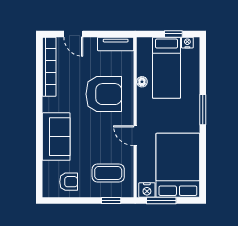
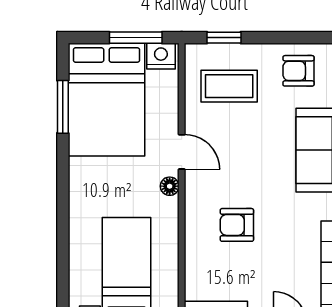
floor lamp: (142, 82) -> (170, 186), moved
armchair: (104, 94) -> (237, 225), width x0.53, depth x0.53
window: (203, 110) -> (63, 107), moved

